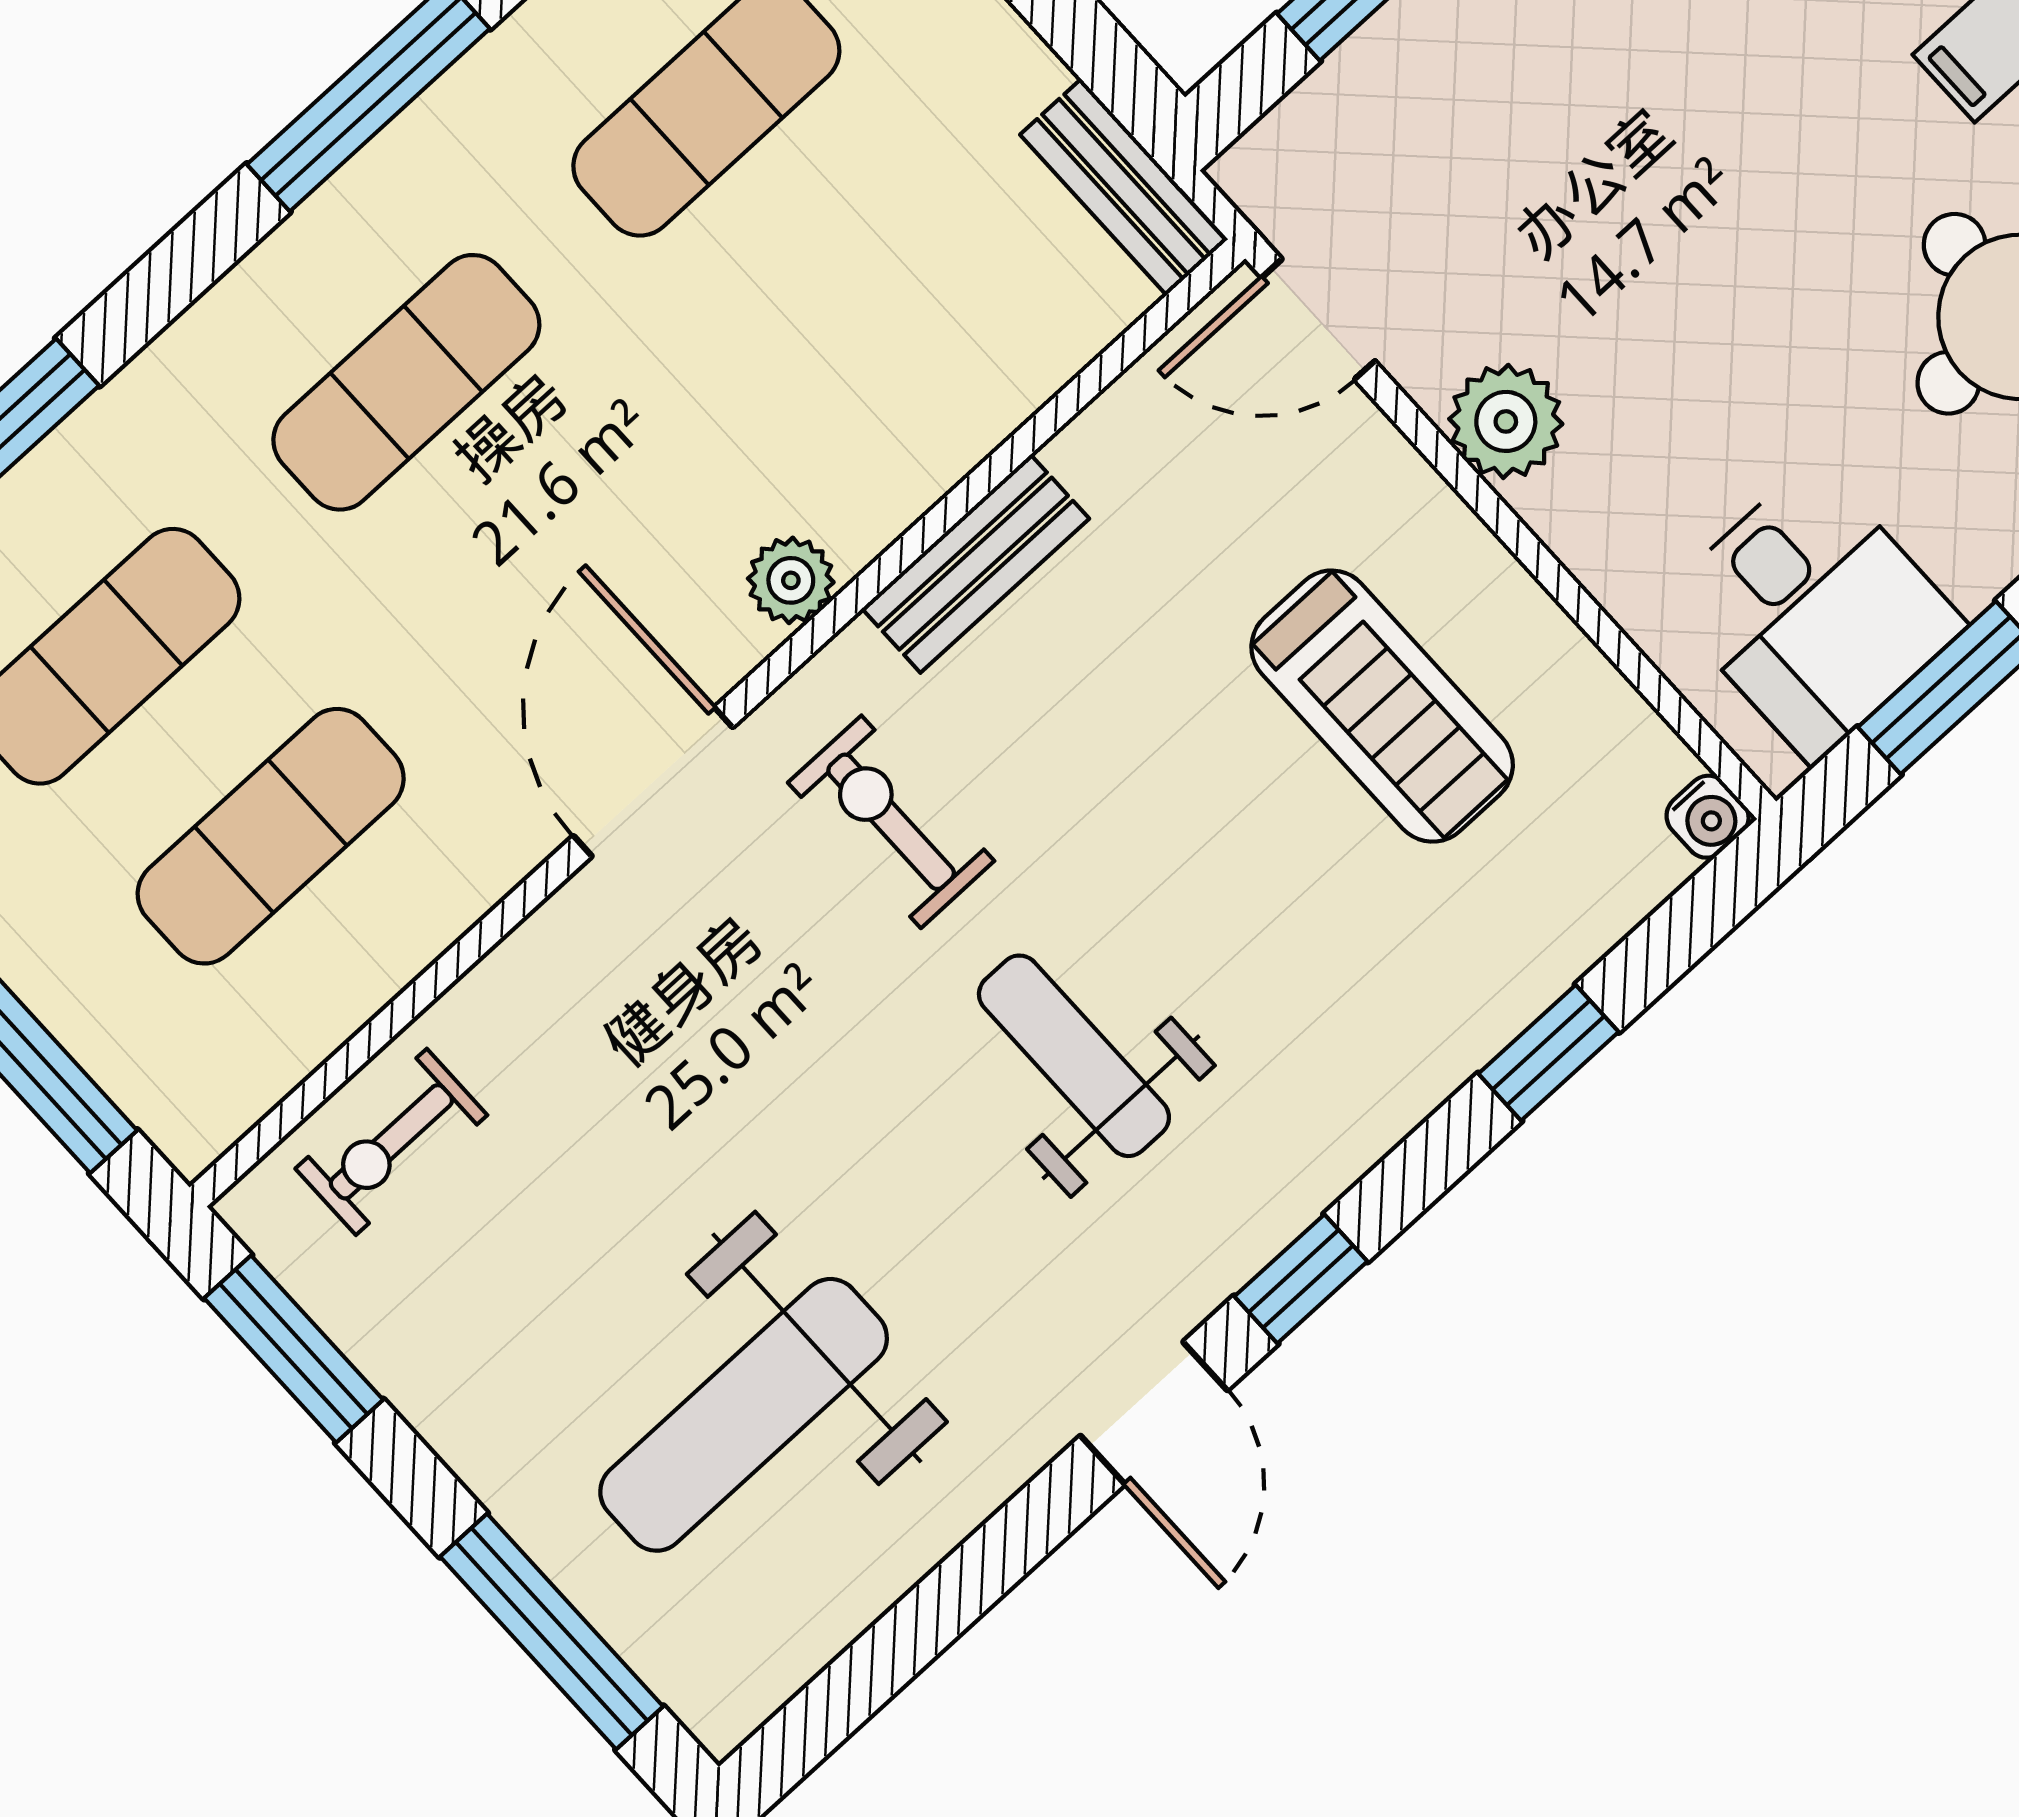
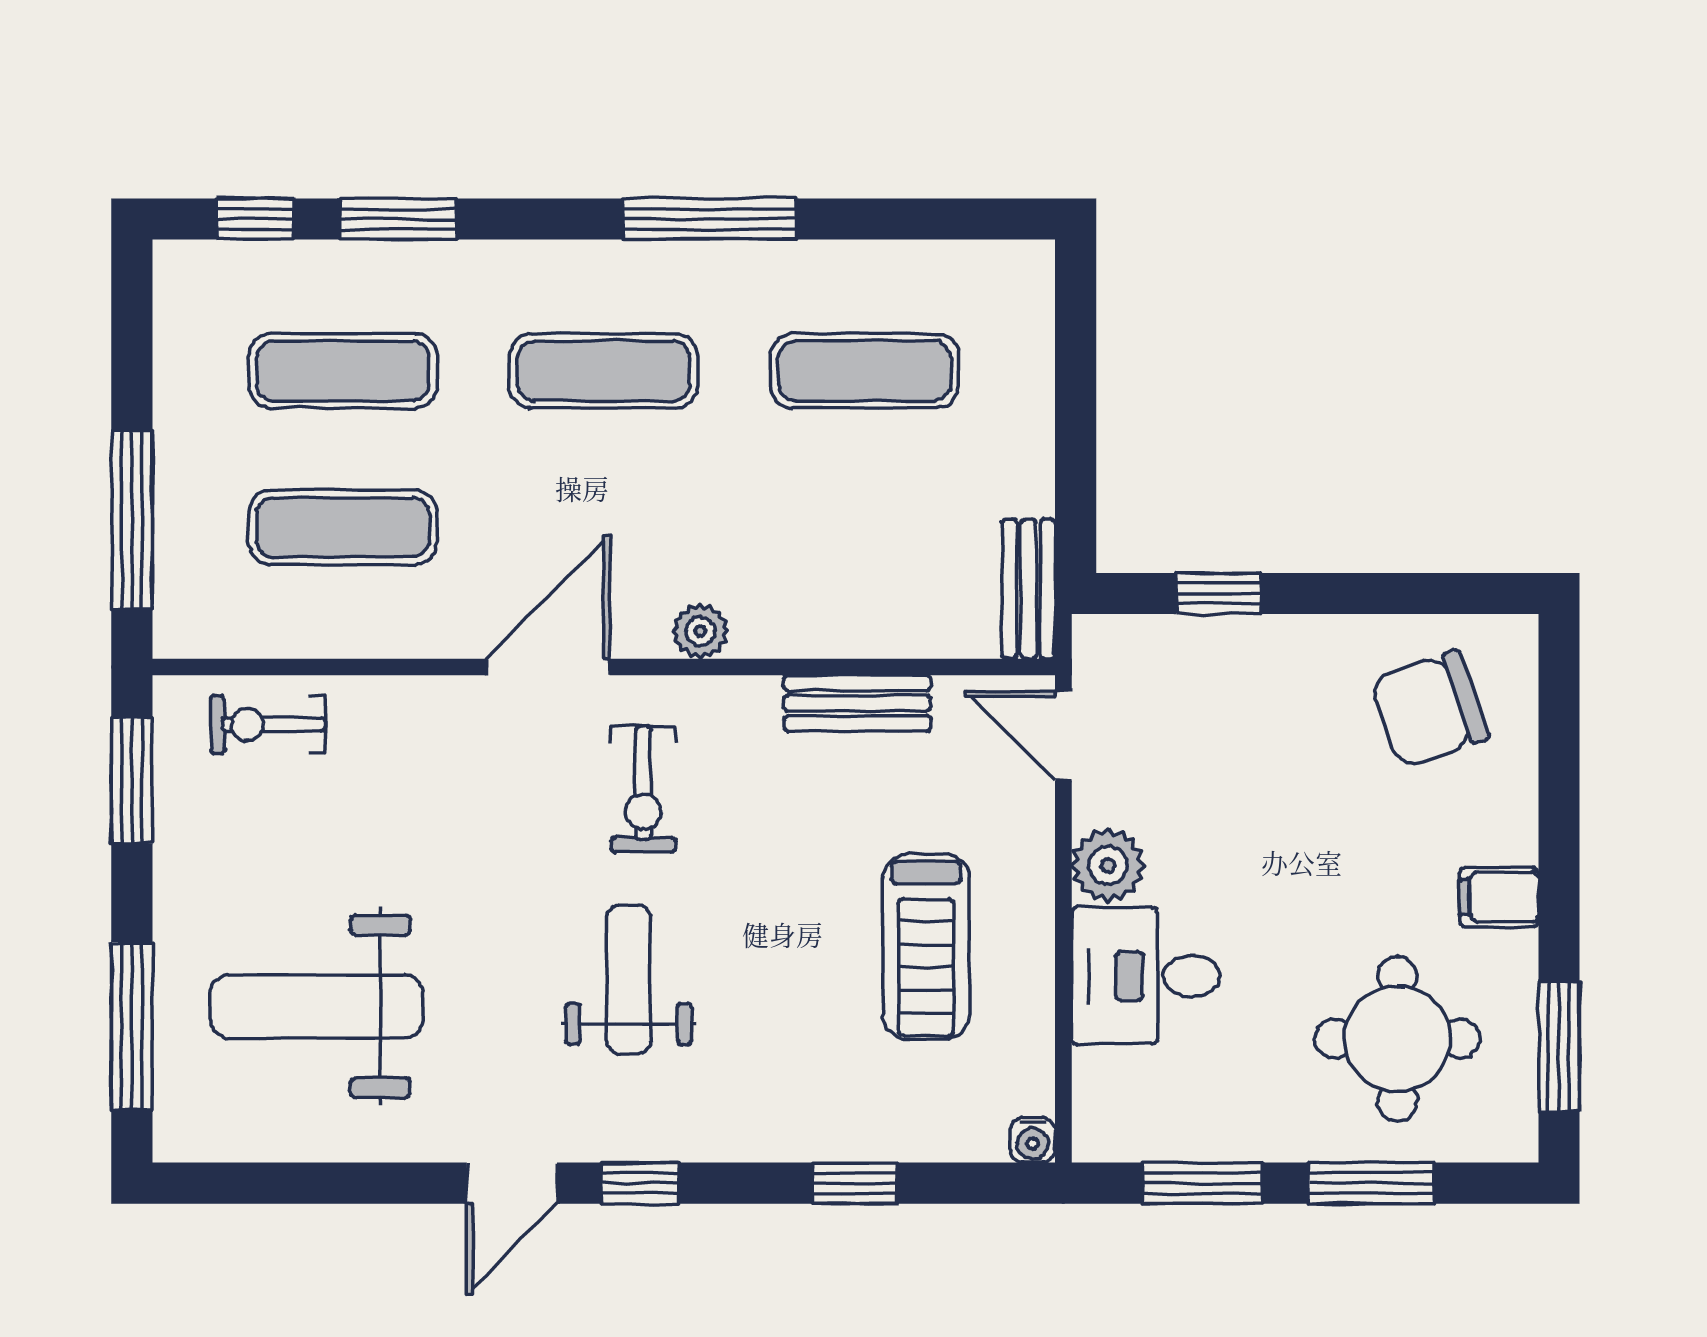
bench: (975, 564) -> (857, 703), moved
desk: (1813, 612) -> (1146, 976), moved, turned 90
exercise bike: (891, 822) -> (643, 789), turned 180

